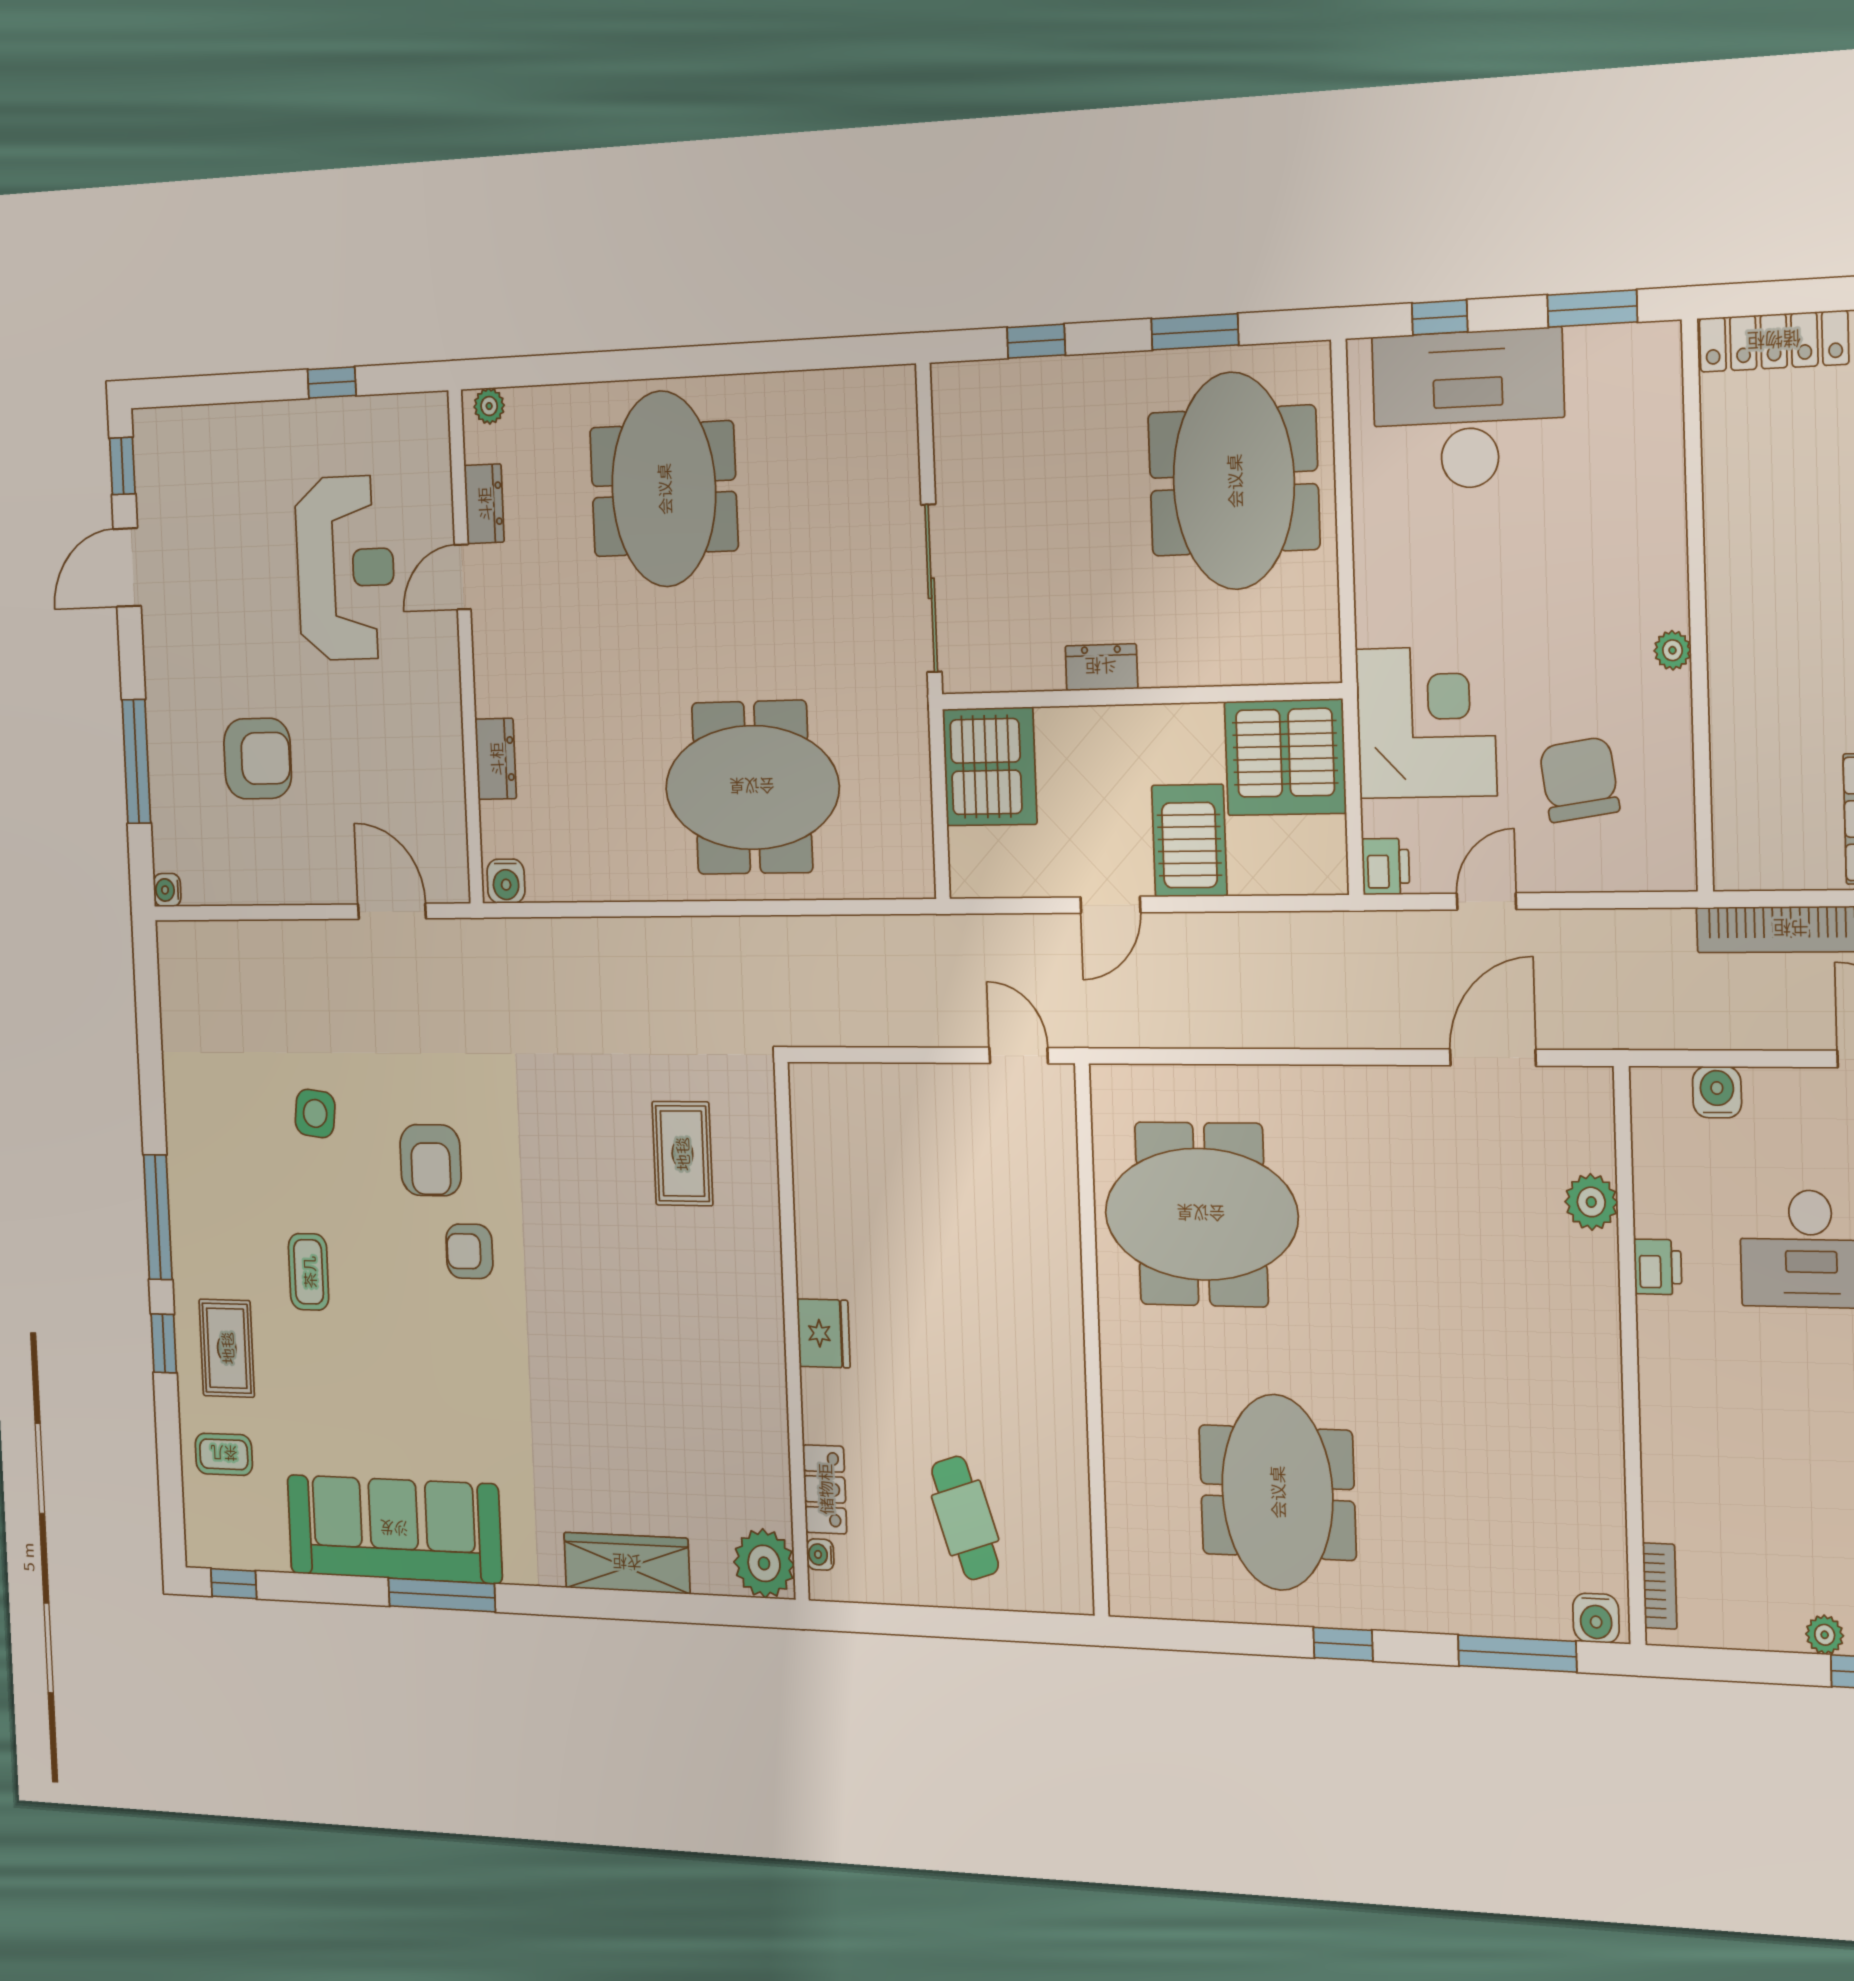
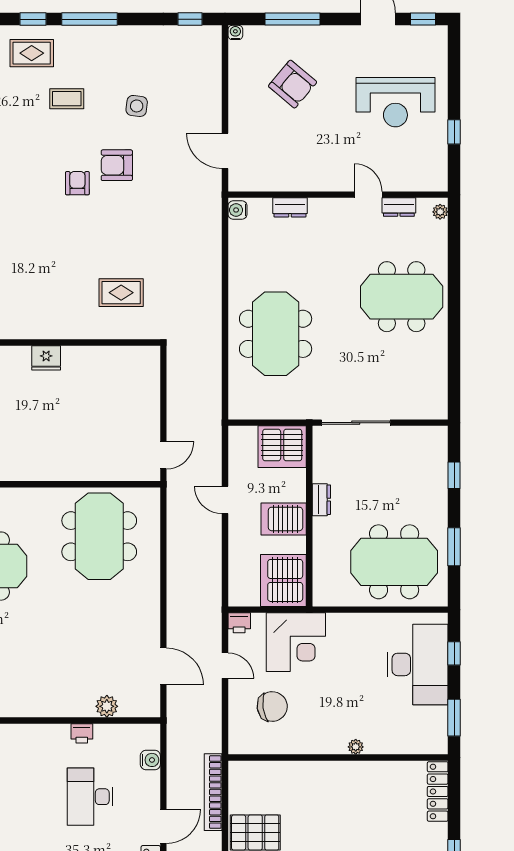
reception desk: (345, 568) -> (395, 102), moved
plant: (1673, 650) -> (356, 747), moved
armchair: (258, 759) -> (293, 84), turned -50
server rack: (1189, 841) -> (284, 519), moved, turned 180
door: (392, 911) -> (225, 151), swing flipped
window: (147, 992) -> (190, 19), added

